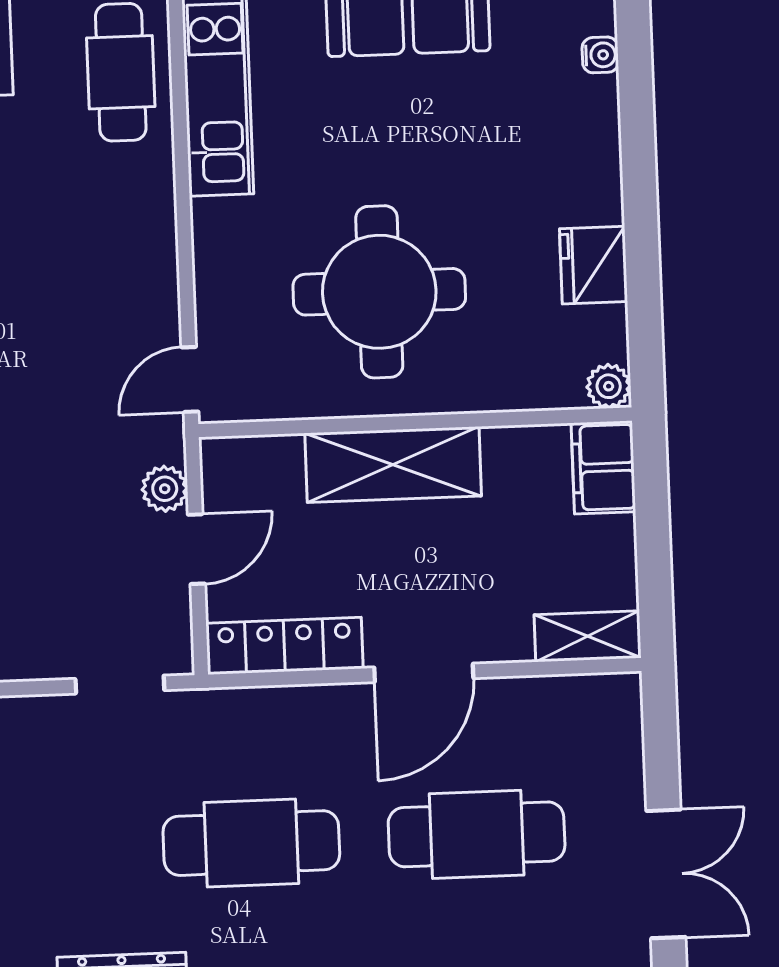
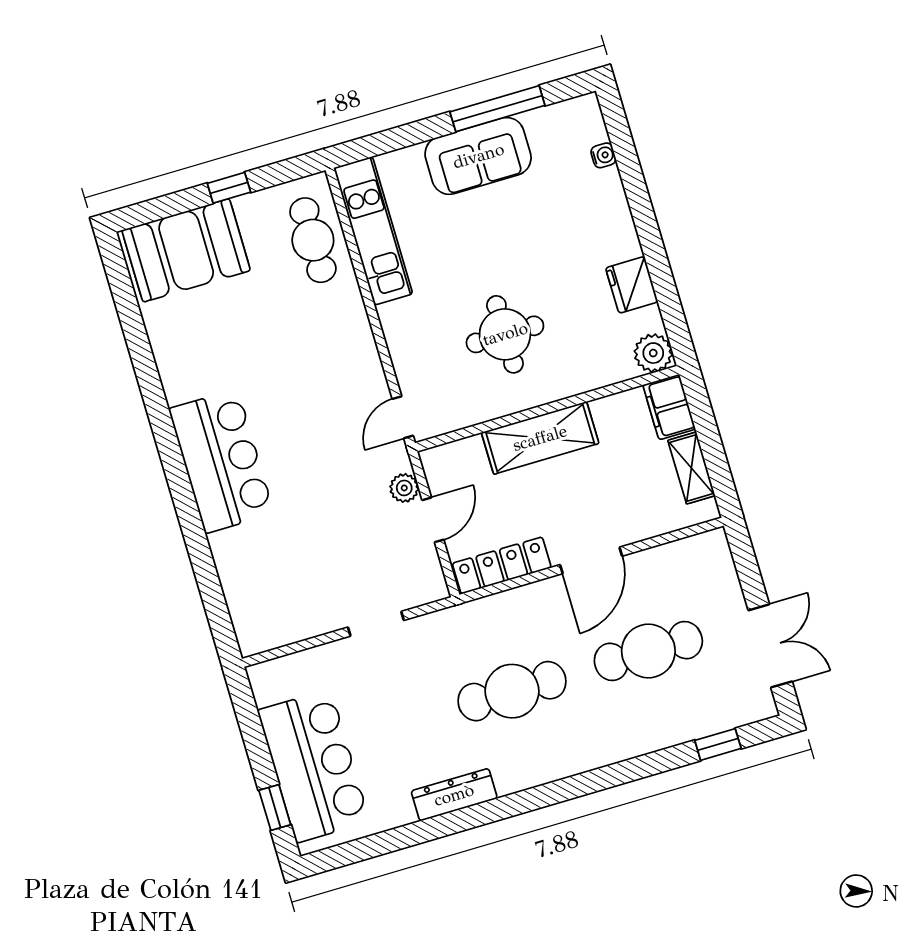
round table: (379, 292) -> (505, 334), width x0.73, depth x0.73
plant: (609, 386) -> (653, 353), width x1.38, depth x1.38
shelving: (588, 636) -> (691, 468), moved, turned 90
doorway: (120, 685) -> (376, 624), moved

